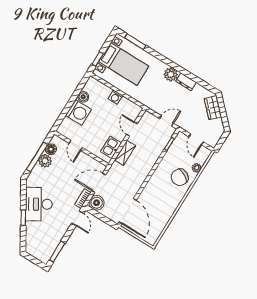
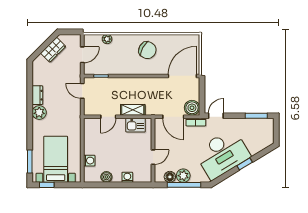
window: (98, 59) -> (47, 185), moved
washing machine: (115, 97) -> (89, 161), moved
wardrobe: (213, 108) -> (53, 50), moved
washing machine: (78, 112) -> (127, 177), width x0.53, depth x0.53
chair: (180, 177) -> (147, 50), moved
desk: (39, 204) -> (222, 154), width x1.36, depth x1.30

